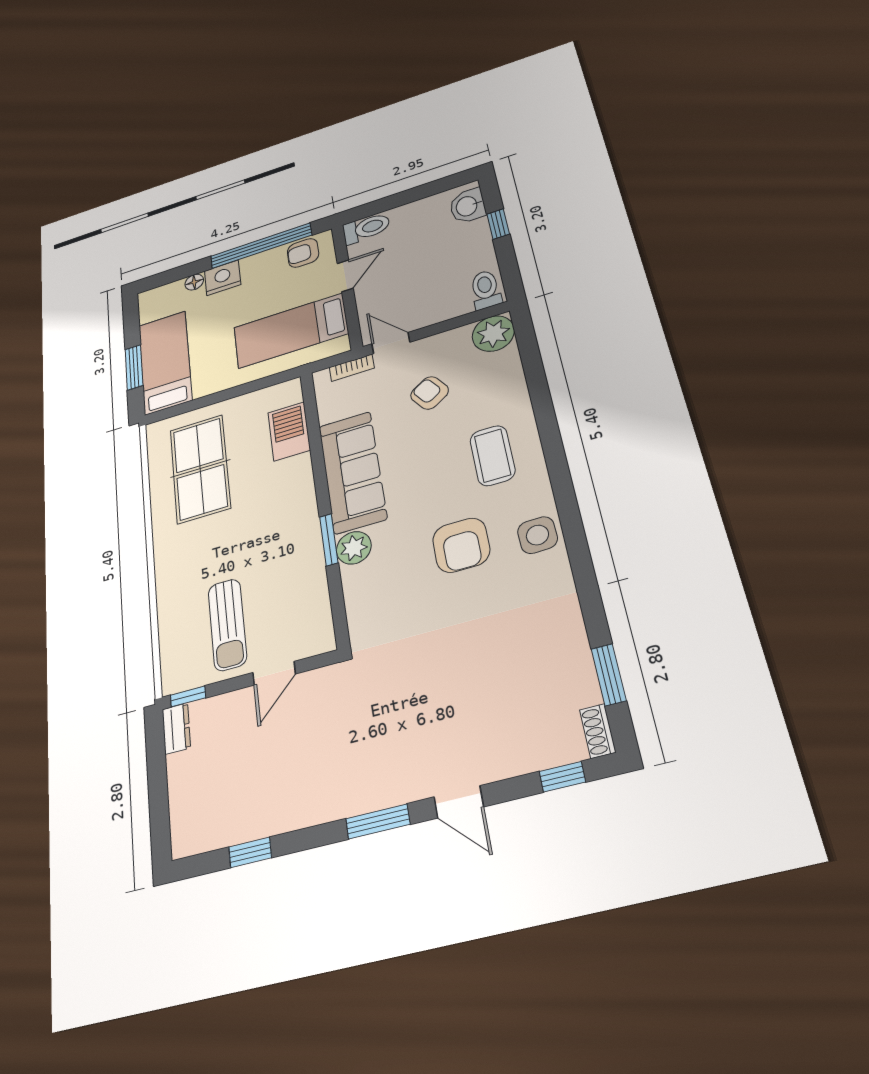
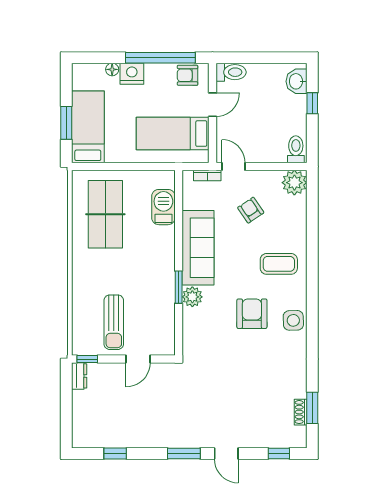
coffee table: (492, 456) -> (279, 264), turned 90
armchair: (461, 545) -> (252, 314), turned 180
shoe rack: (598, 731) -> (301, 412), moved

